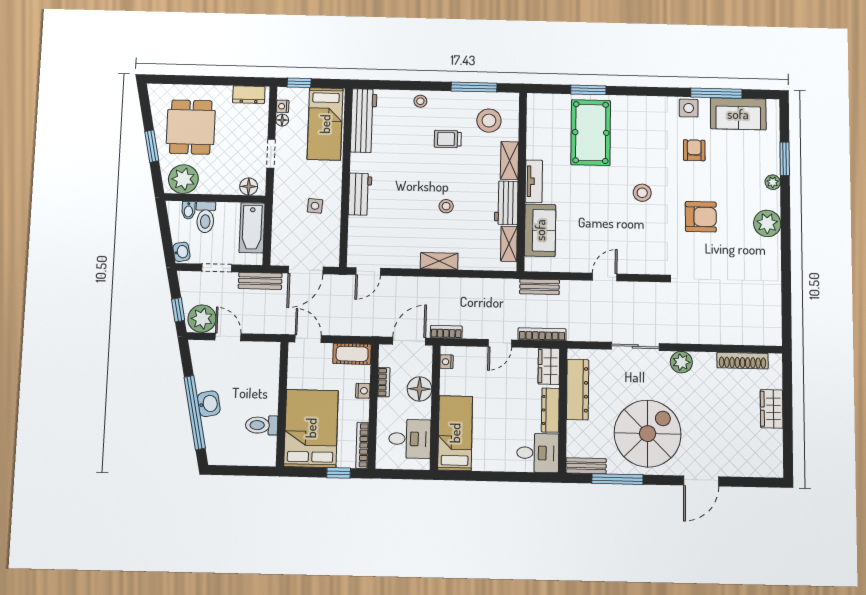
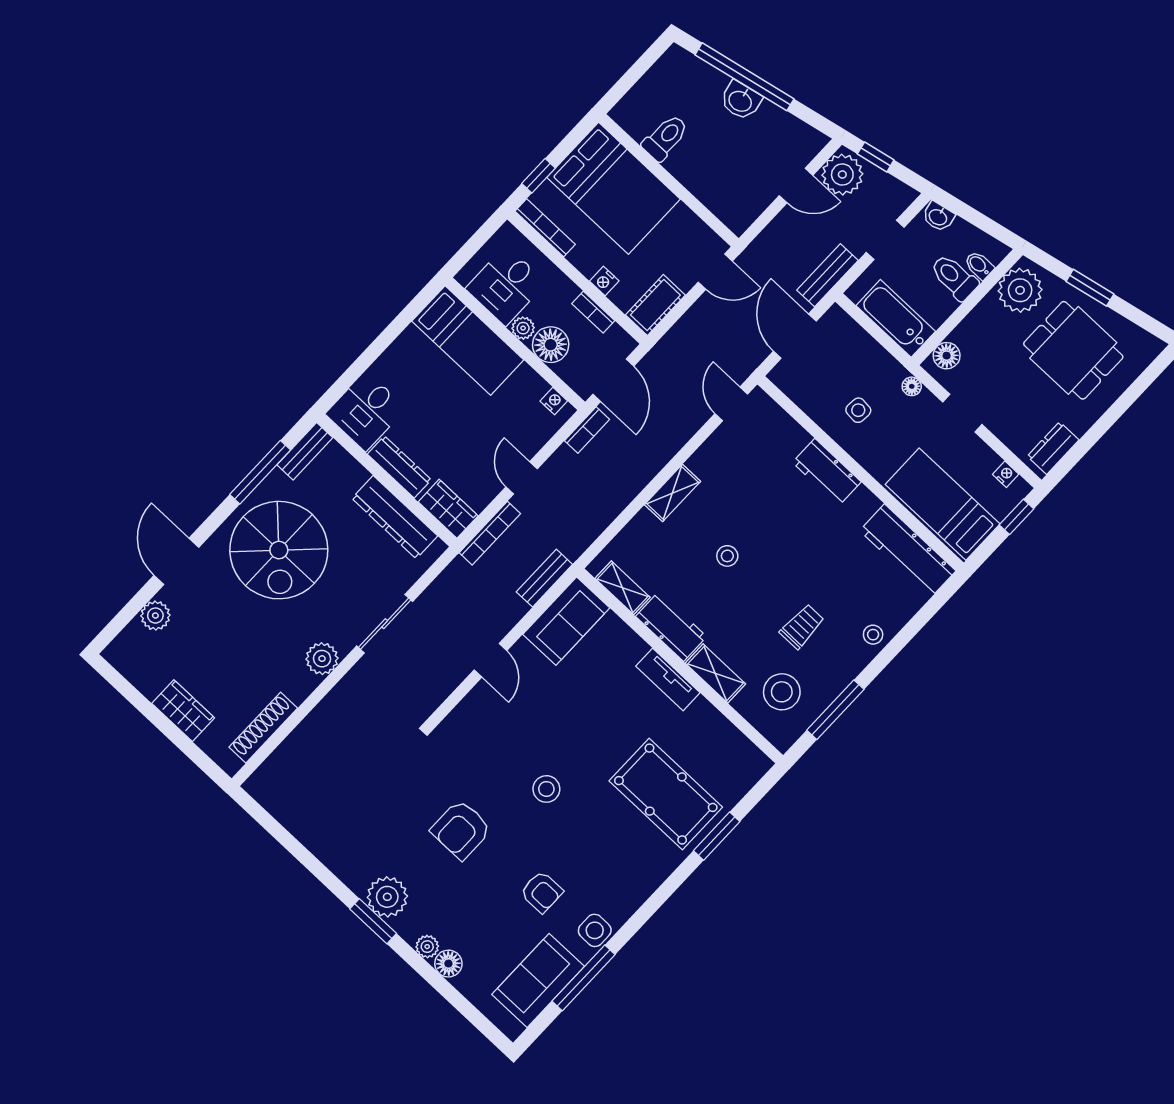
floor lamp: (282, 120) -> (912, 386), moved
window: (785, 159) -> (373, 921), moved
floor lamp: (771, 164) -> (448, 964), added
sofa: (540, 230) -> (566, 621), moved, turned -90
plant: (424, 411) -> (523, 328), added
plant: (738, 467) -> (155, 616), added

